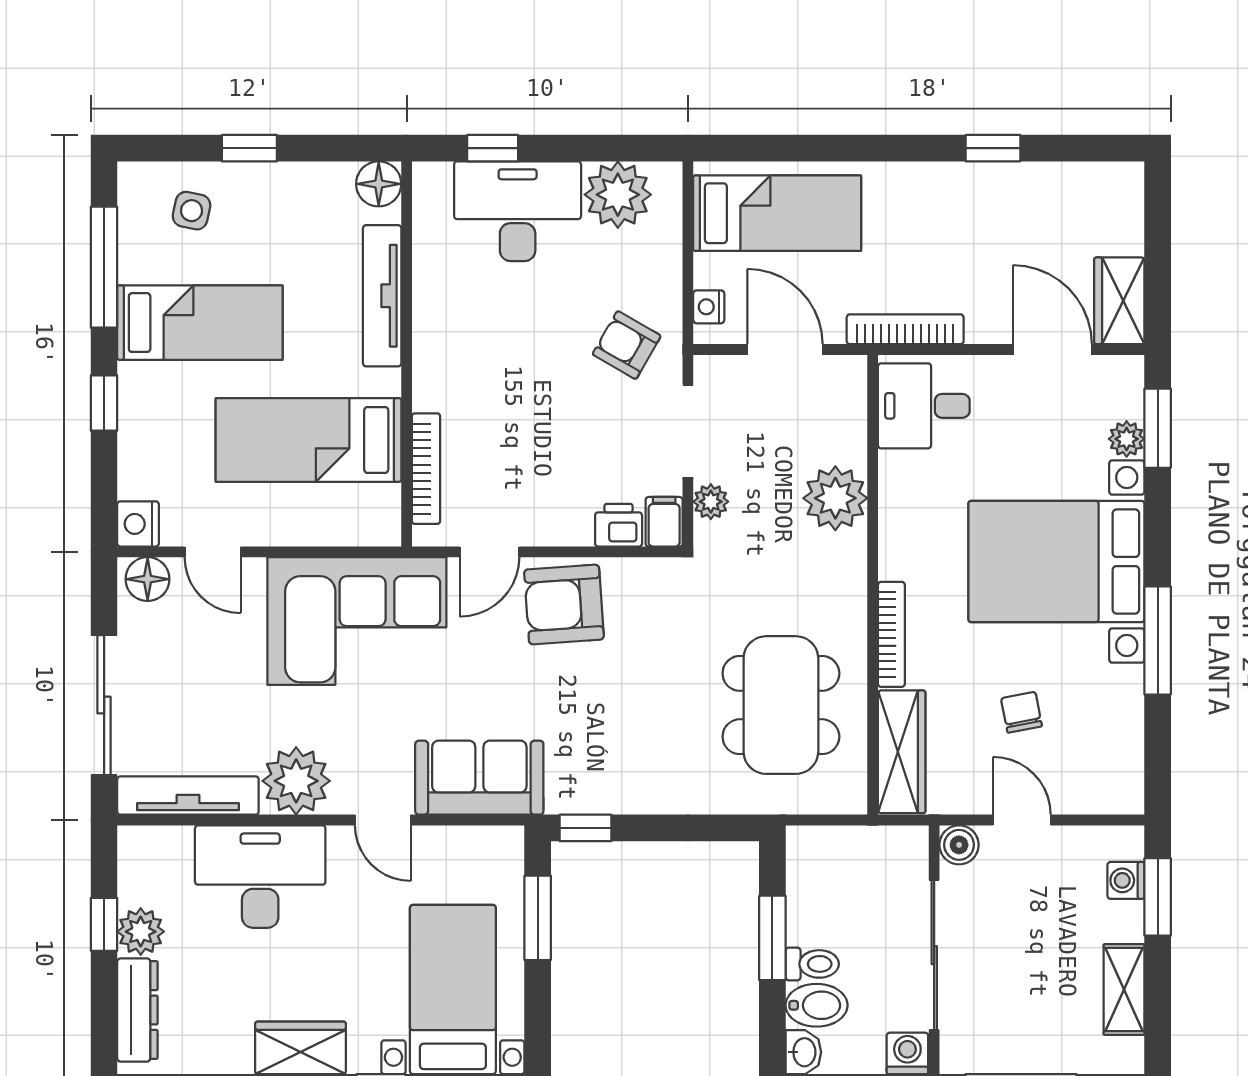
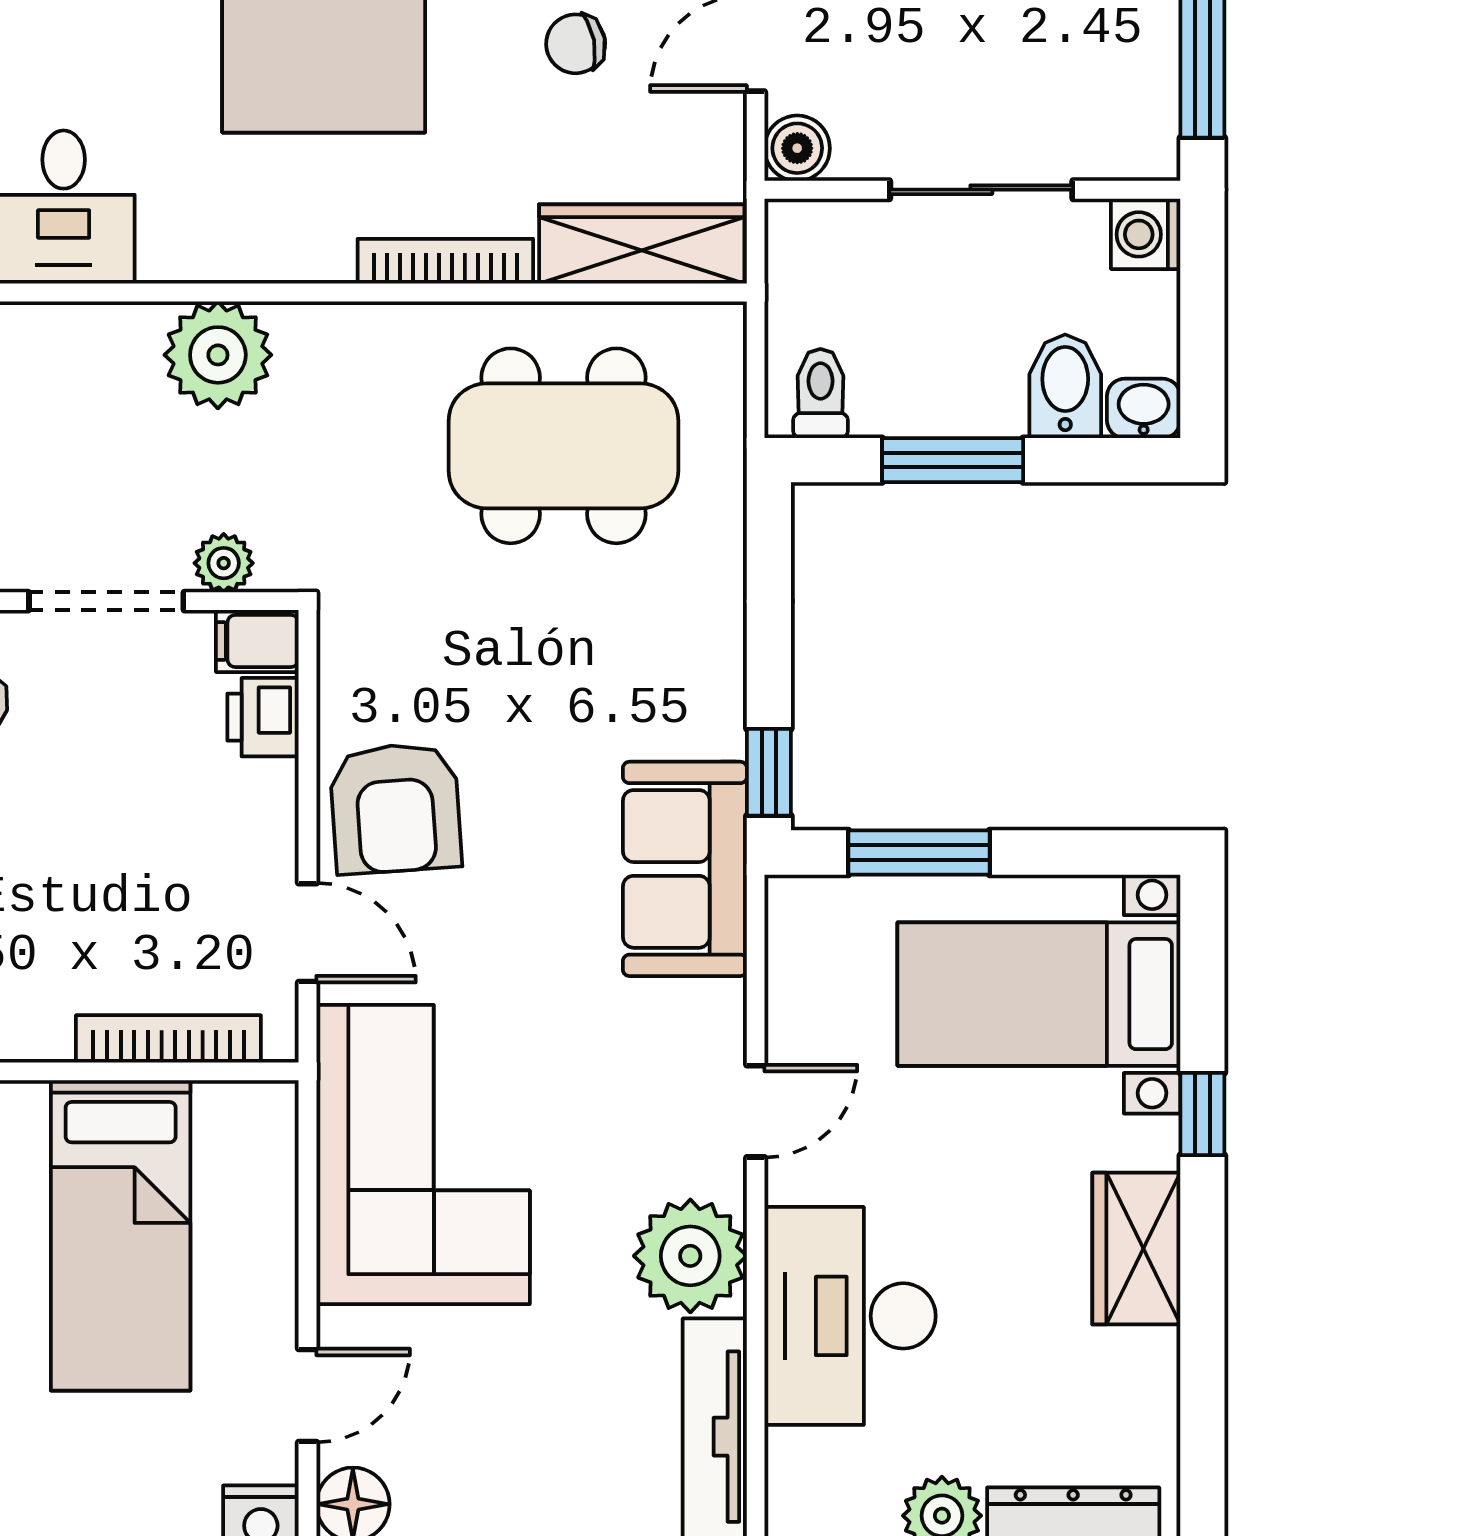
sofa: (479, 778) -> (685, 869), moved
sliding door: (934, 955) -> (981, 190), width x0.73
toilet: (812, 964) -> (820, 393), moved

